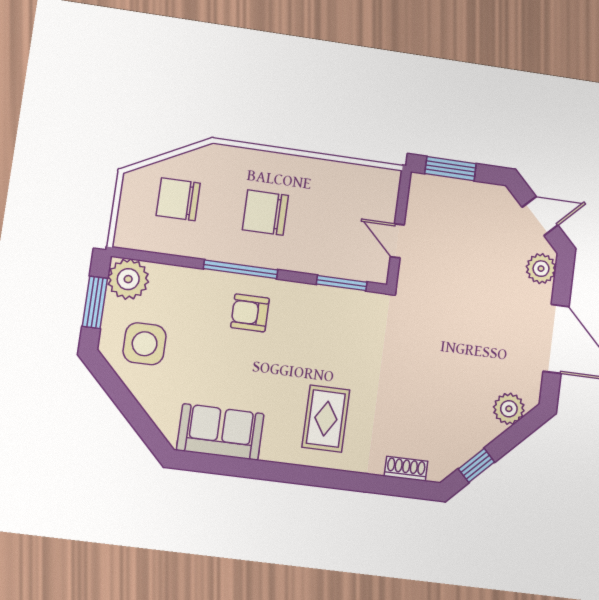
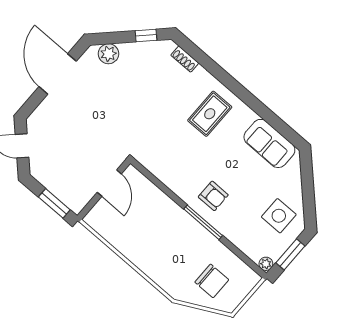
chair: (265, 213) -> (170, 244), removed
door: (397, 241) -> (109, 183), width x1.38
plant: (541, 269) -> (41, 117), removed
plant: (128, 279) -> (266, 264), width x0.53, depth x0.53
window: (342, 283) -> (154, 180), removed

